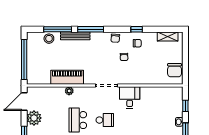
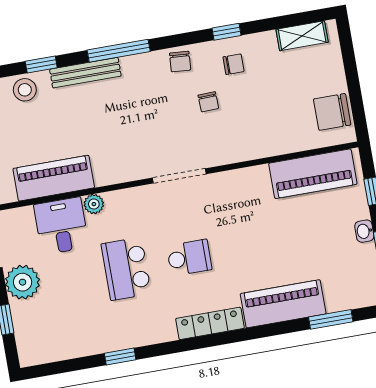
window: (58, 29) -> (41, 64), width x0.46
chair: (175, 70) -> (332, 112), turned 90
piano: (67, 77) -> (54, 178), moved
piano: (162, 94) -> (313, 174), added
desk: (130, 98) -> (61, 226), moved

